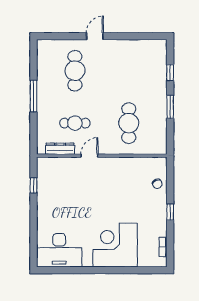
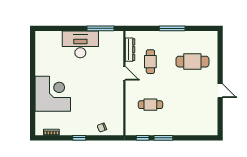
door: (95, 36) -> (220, 91), moved
window: (170, 73) -> (143, 138), moved
cafe table: (129, 123) -> (150, 105), width x0.73, depth x0.74
window: (34, 185) -> (101, 28), width x2.17
desk: (59, 250) -> (80, 44), moved, turned 90

